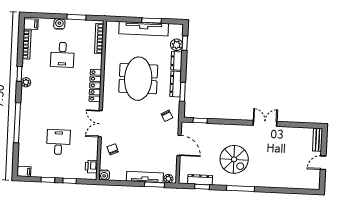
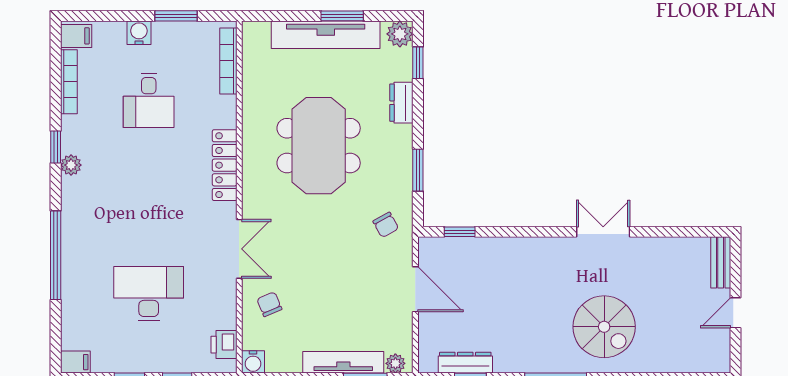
plant: (177, 45) -> (400, 34), moved
dresser: (176, 84) -> (402, 154), removed
double door: (100, 124) -> (239, 249), swing flipped
desk: (58, 142) -> (149, 294), width x1.37
spiral stairs: (234, 159) -> (604, 327), moved

